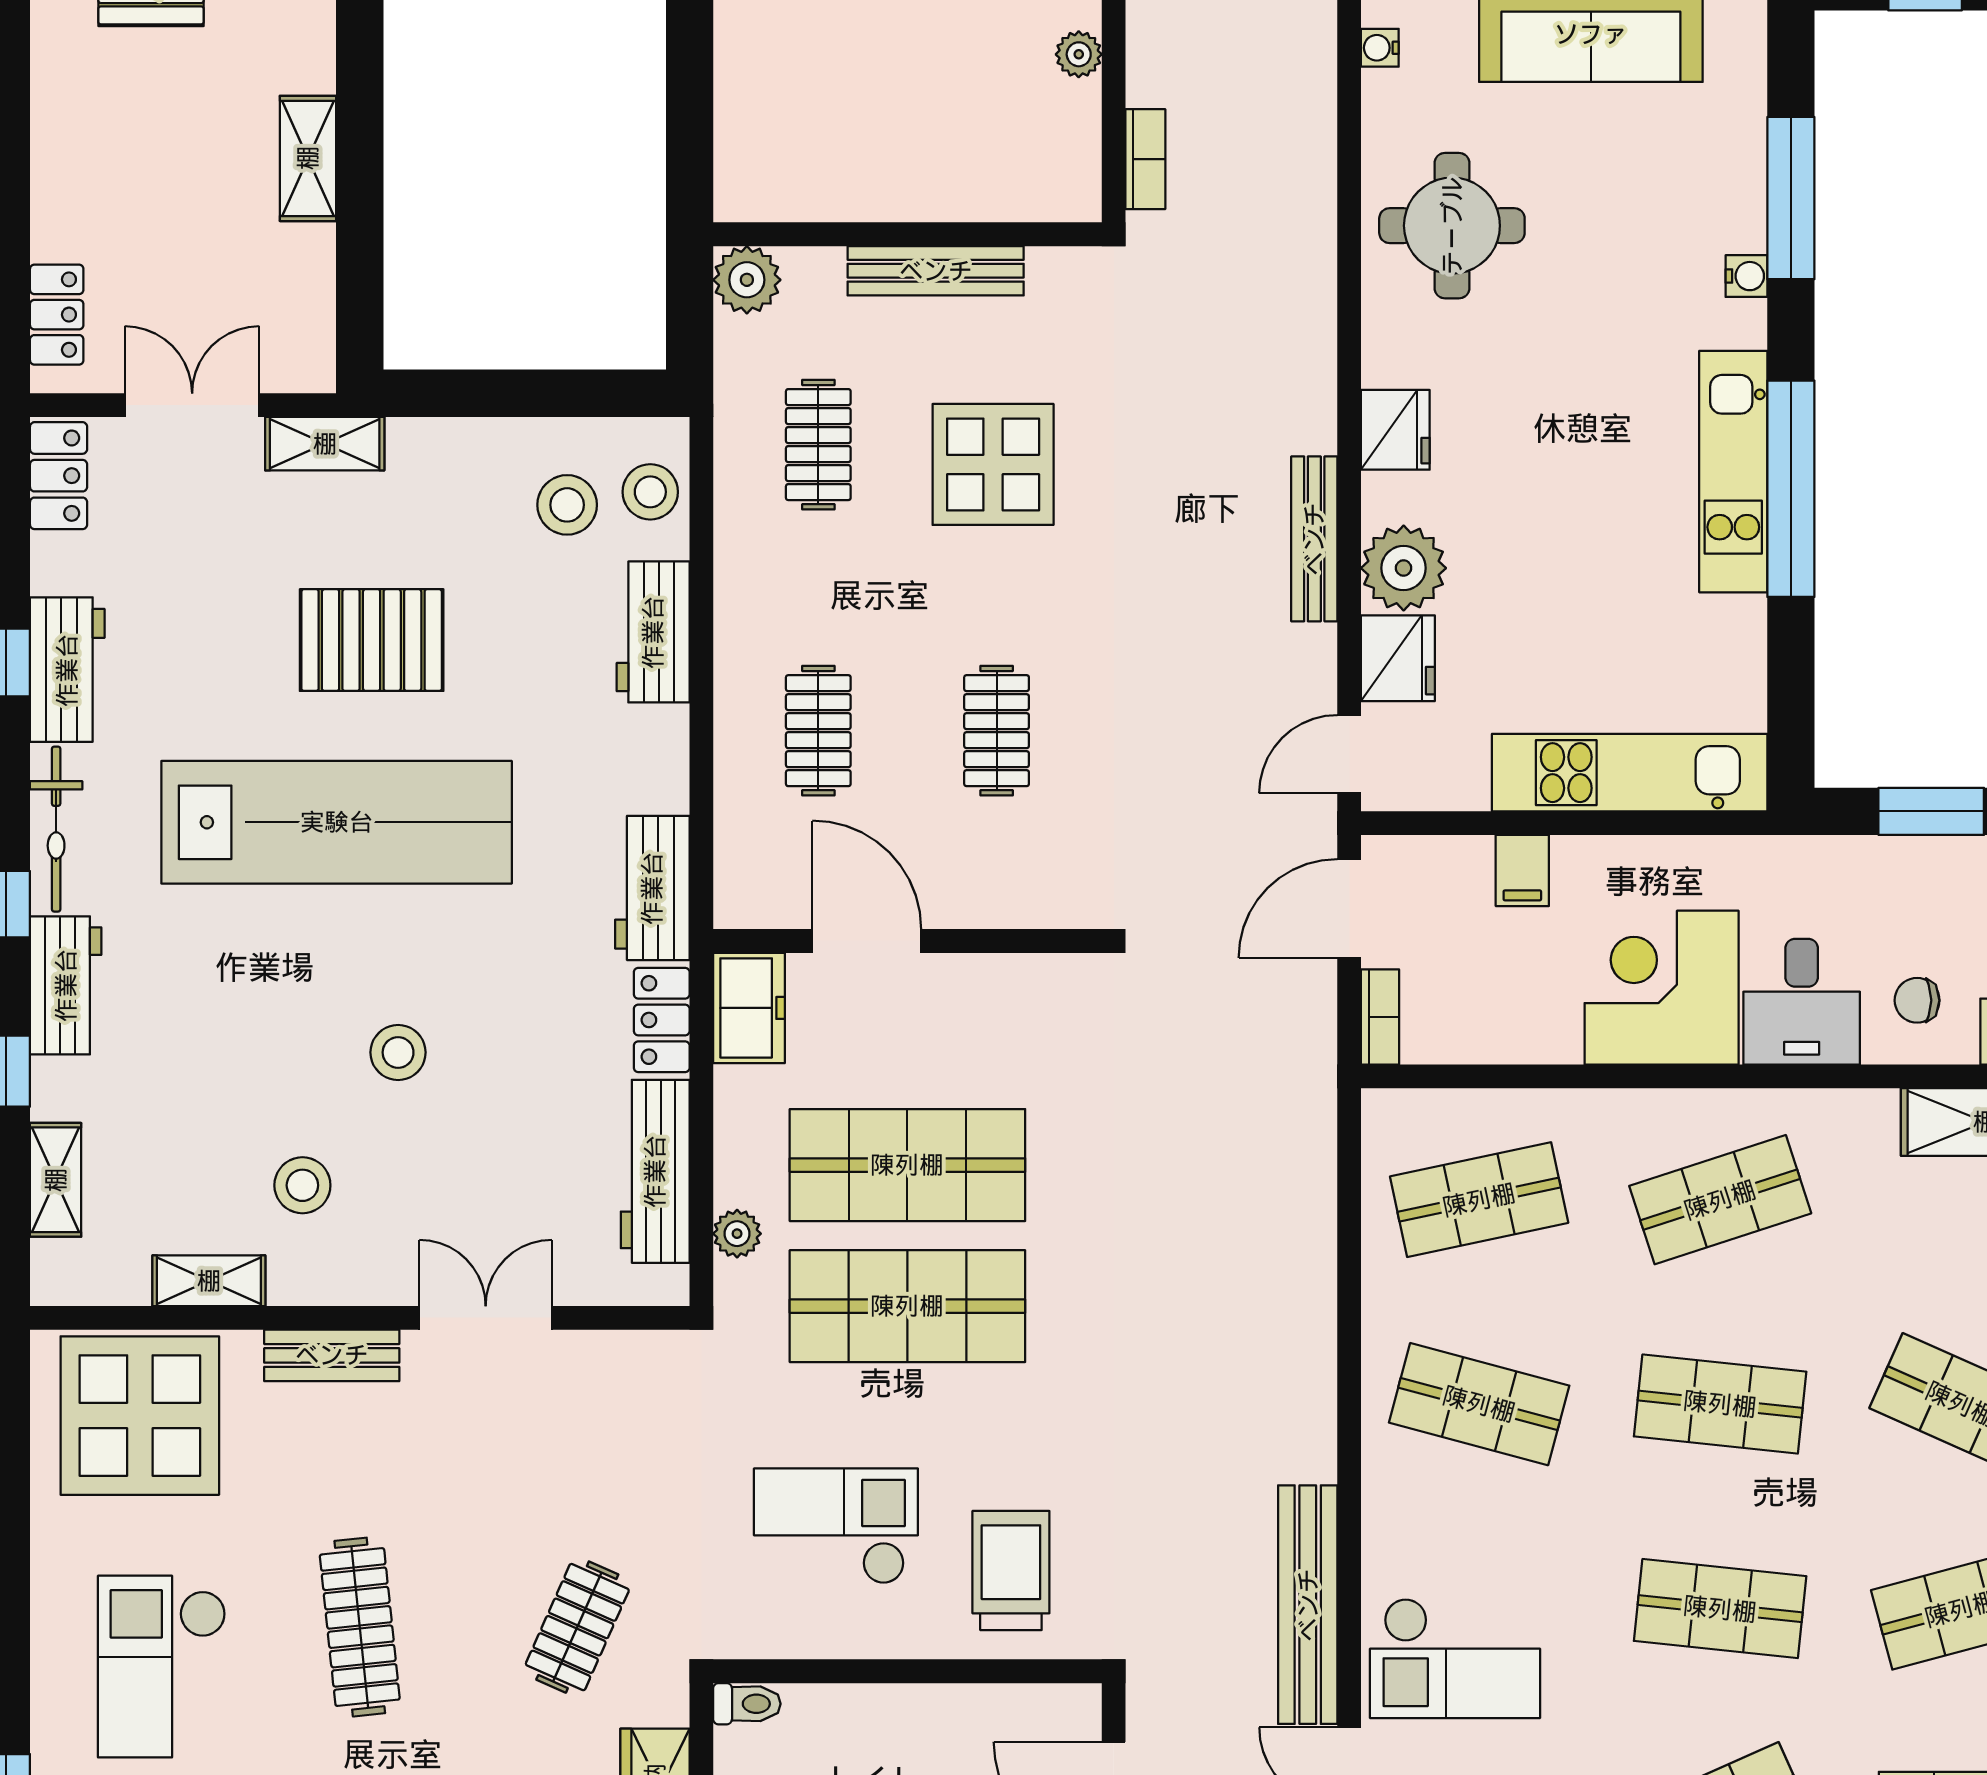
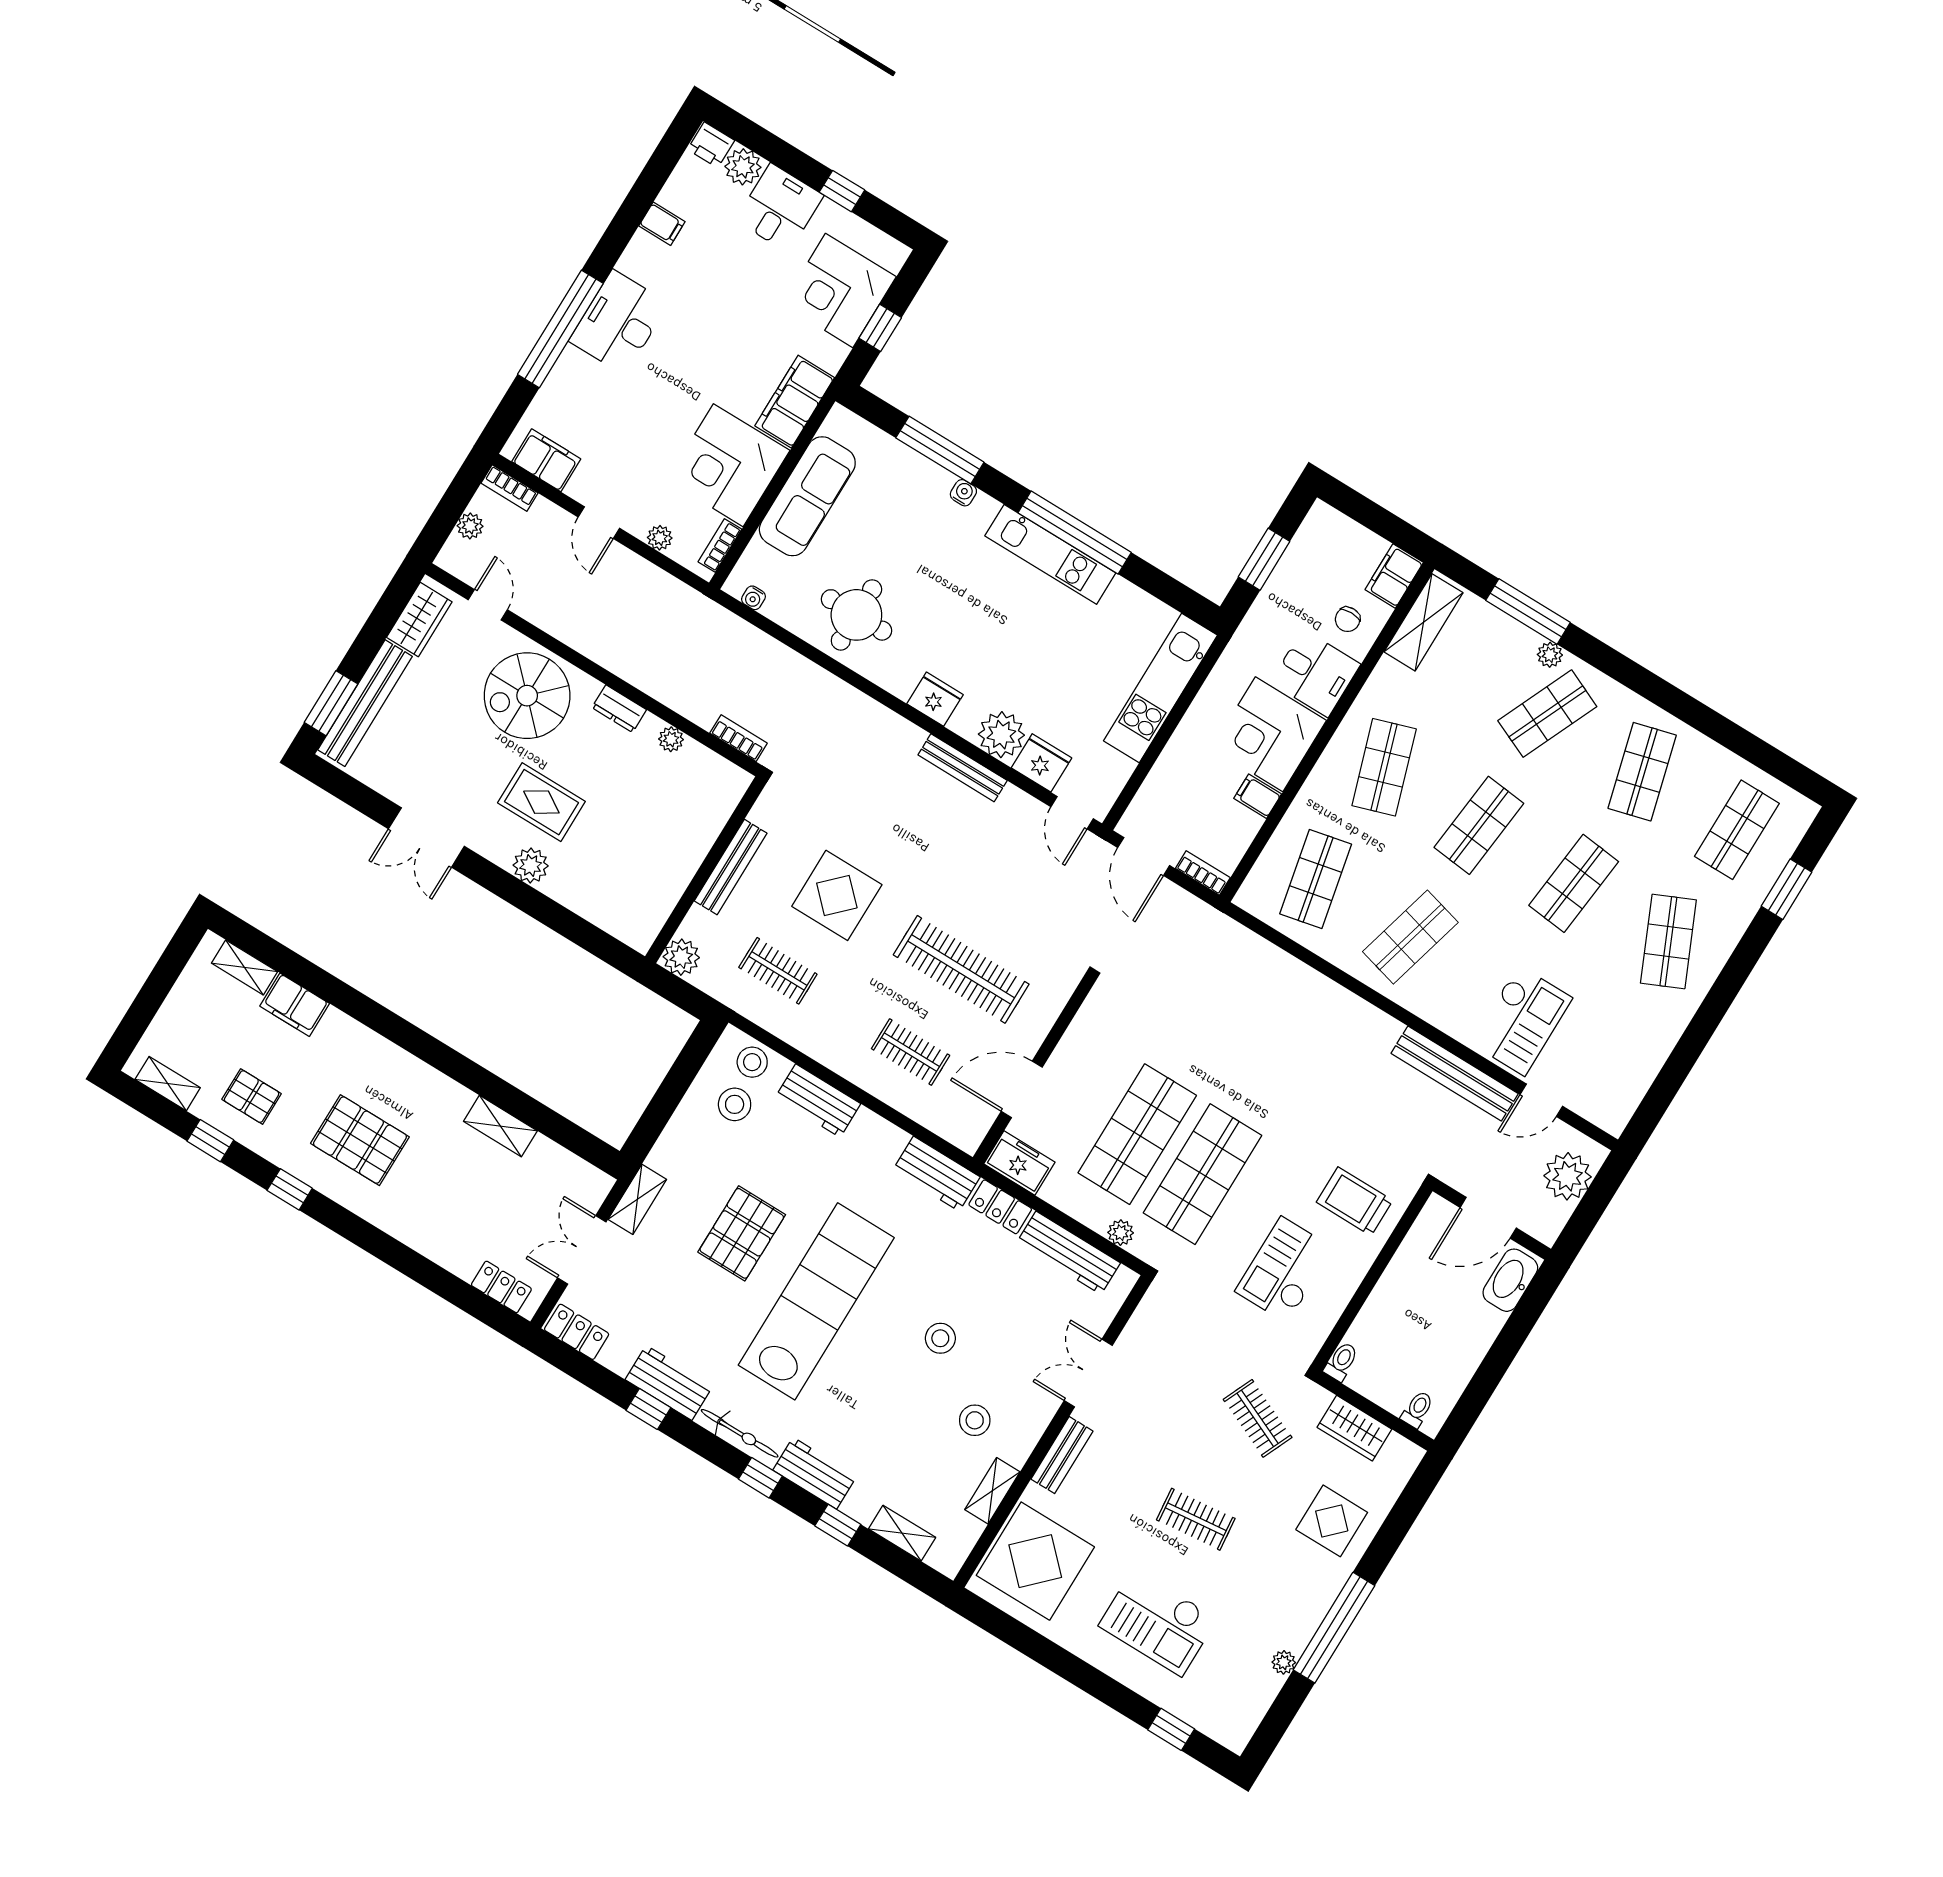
clothes rail: (997, 731) -> (961, 969), width x1.86, depth x1.31
filing cabinet: (1522, 870) -> (1258, 796), moved, turned 180
clothes rail: (360, 1627) -> (1196, 1519), width x0.73

